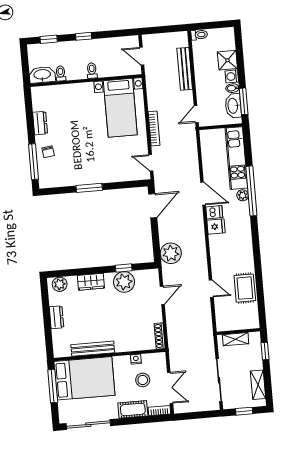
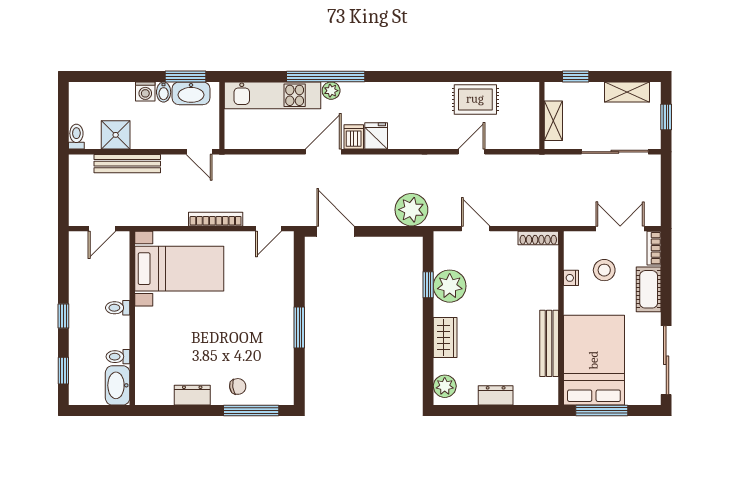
shower: (227, 60) -> (116, 135), moved

